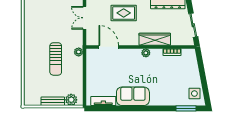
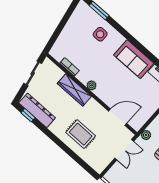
double door: (85, 18) -> (124, 150), moved
door: (109, 47) -> (118, 117), swing flipped
side table: (194, 94) -> (100, 34), moved

